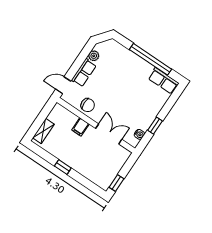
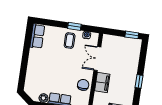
window: (150, 59) -> (26, 54), removed
coffee table: (142, 113) -> (70, 41), added
filing cabinet: (80, 127) -> (102, 82), width x2.00

